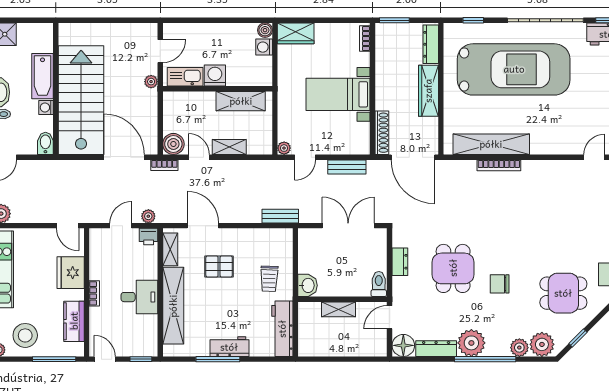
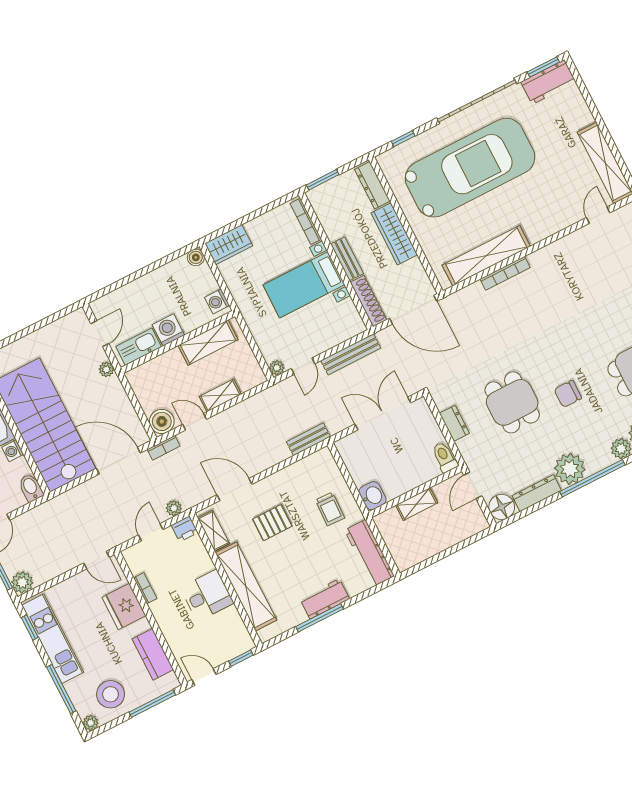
bookcase: (365, 39) -> (306, 221), width x1.56
washing machine: (264, 47) -> (217, 301), moved
bench: (382, 91) -> (347, 259), added
bench: (347, 167) -> (351, 354), width x1.36
bookcase: (94, 293) -> (145, 588), moved

